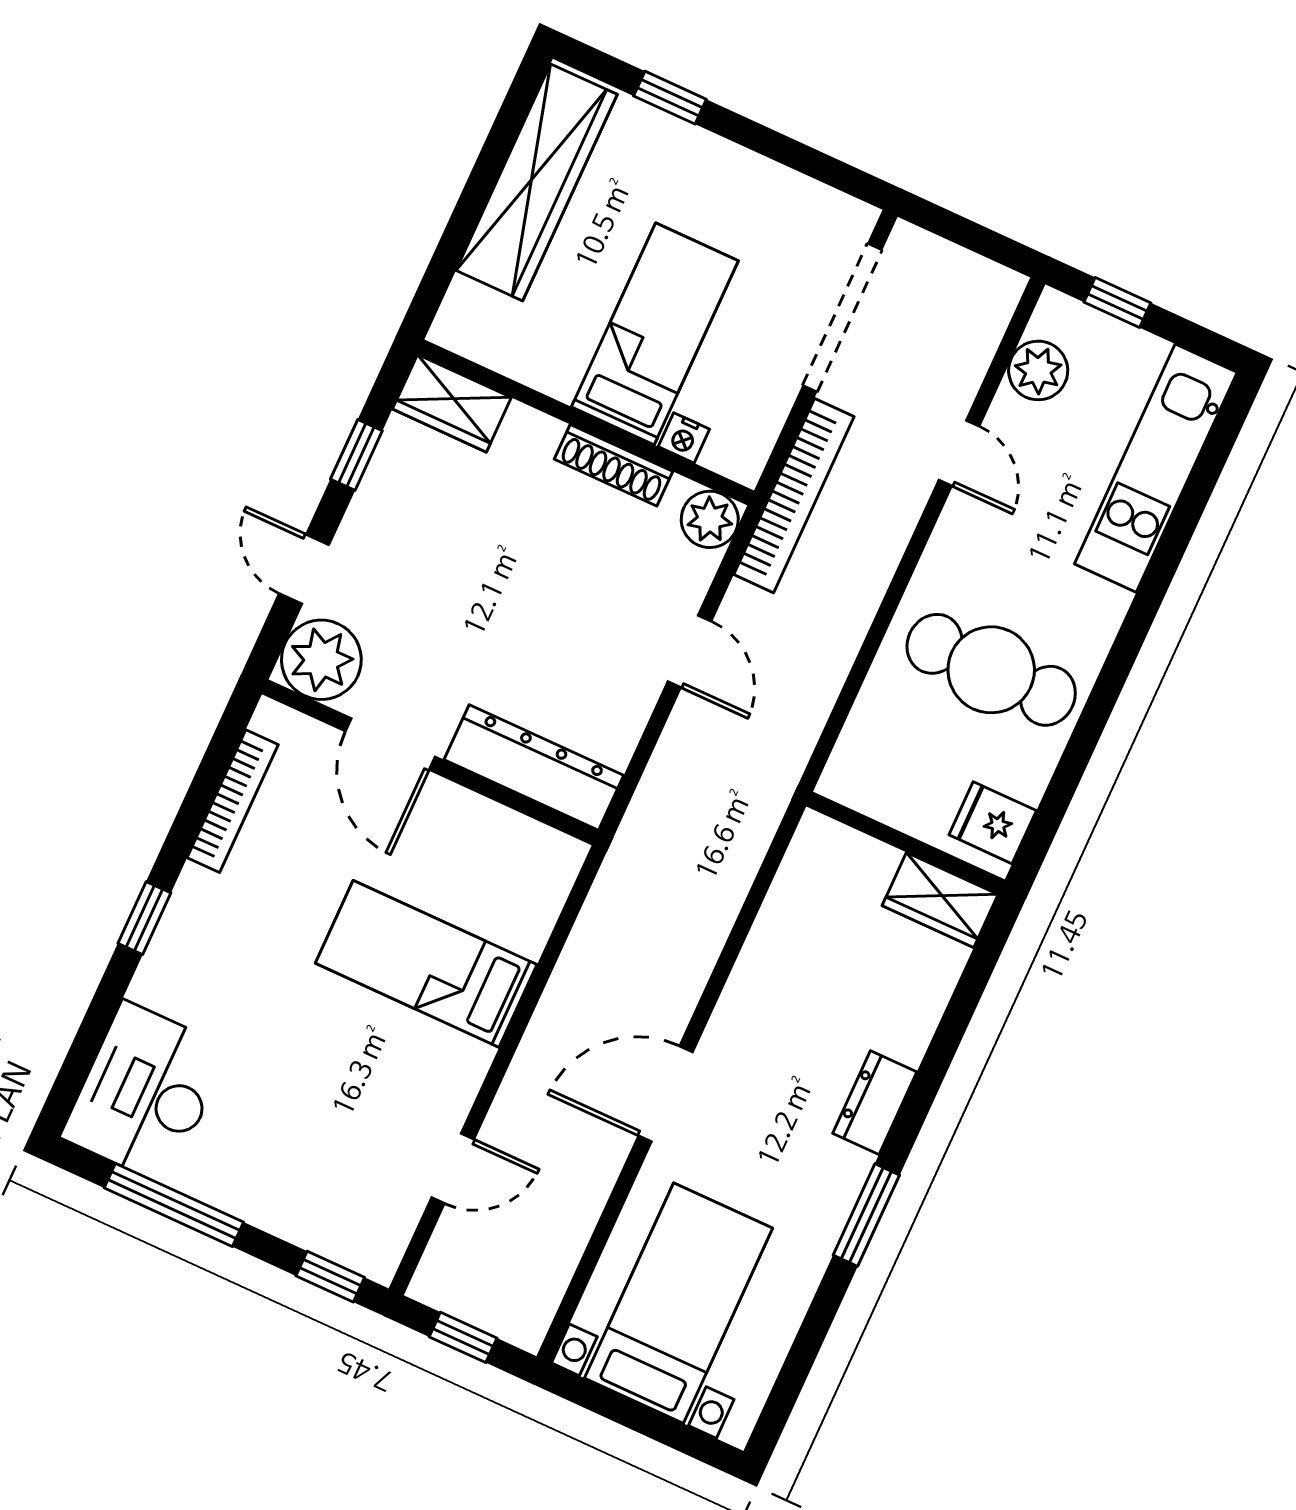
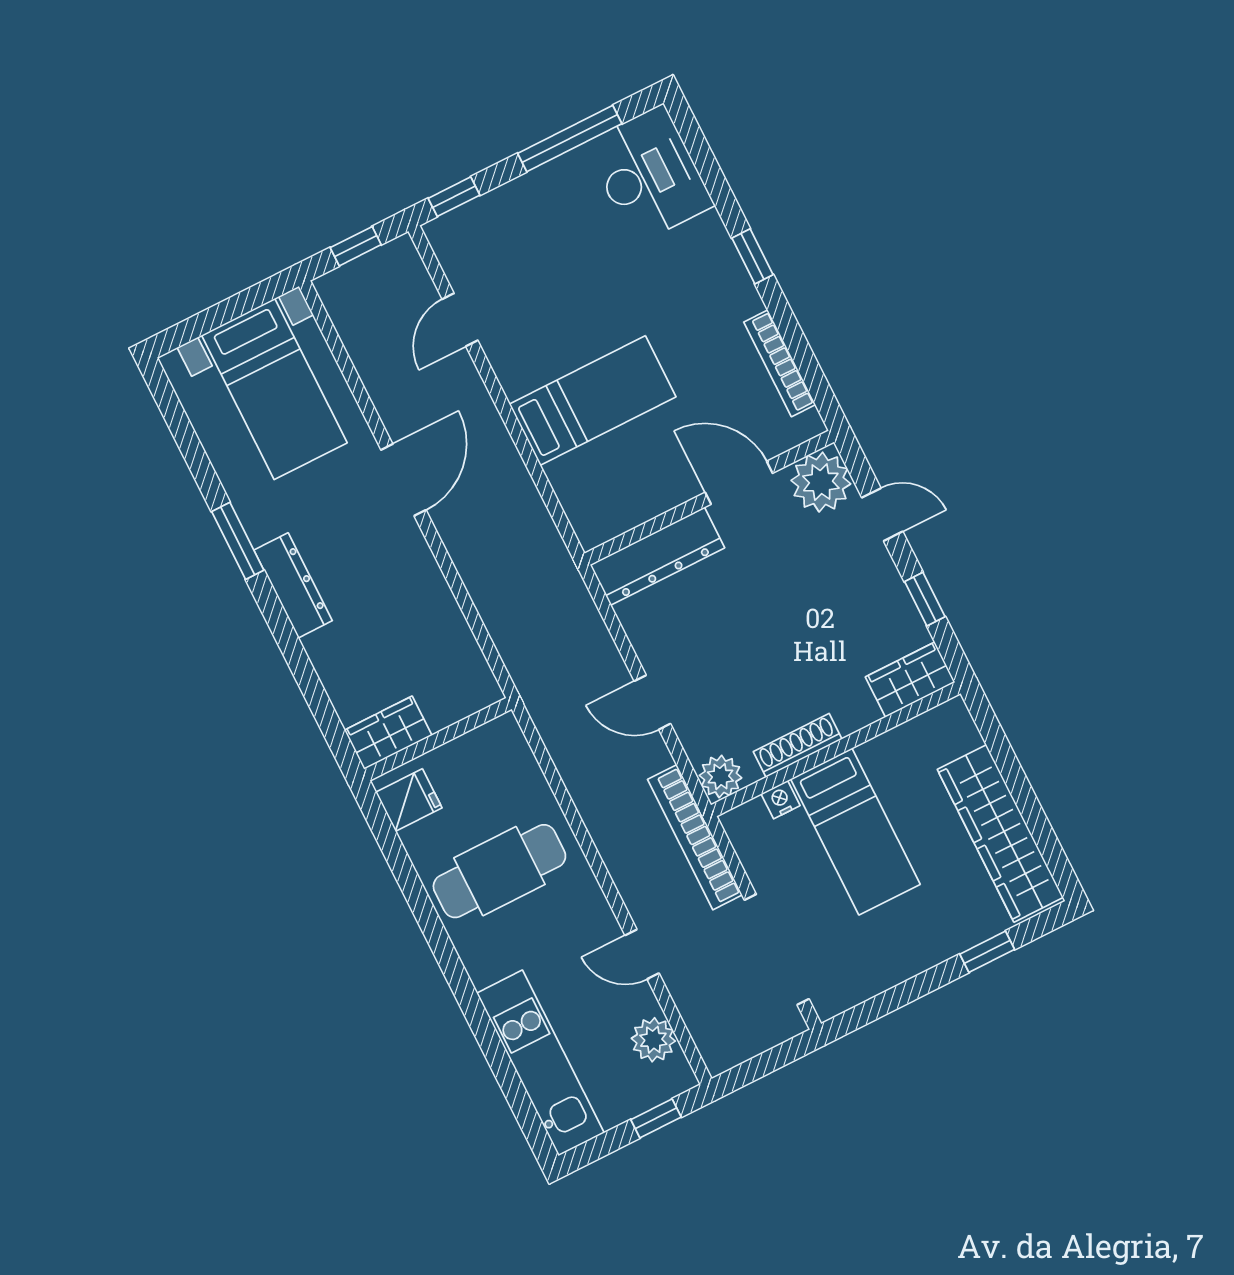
dresser: (875, 1103) -> (293, 585), width x1.44

